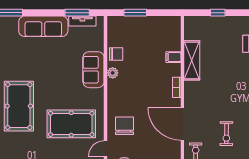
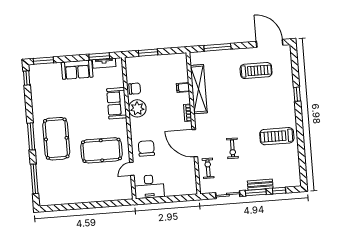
window: (218, 13) -> (217, 47), width x2.17
sofa: (43, 26) -> (77, 70), width x0.73
shelving: (192, 60) -> (199, 89), width x1.47
plant: (113, 73) -> (137, 108), width x1.88, depth x1.88

